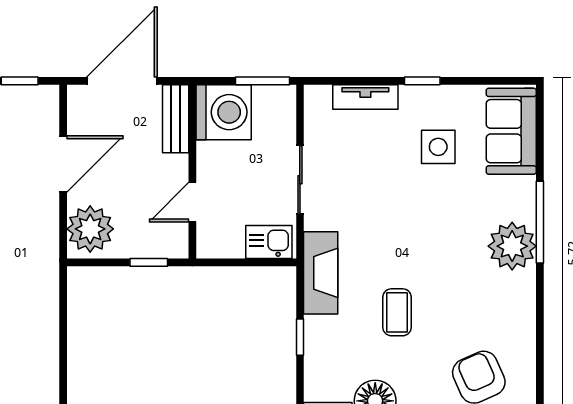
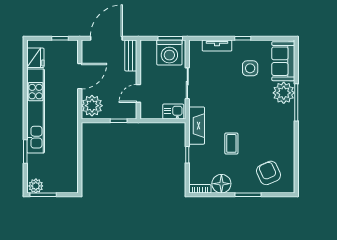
washing machine: (224, 112) -> (169, 53), moved, turned 90
plant: (512, 246) -> (284, 93), moved

